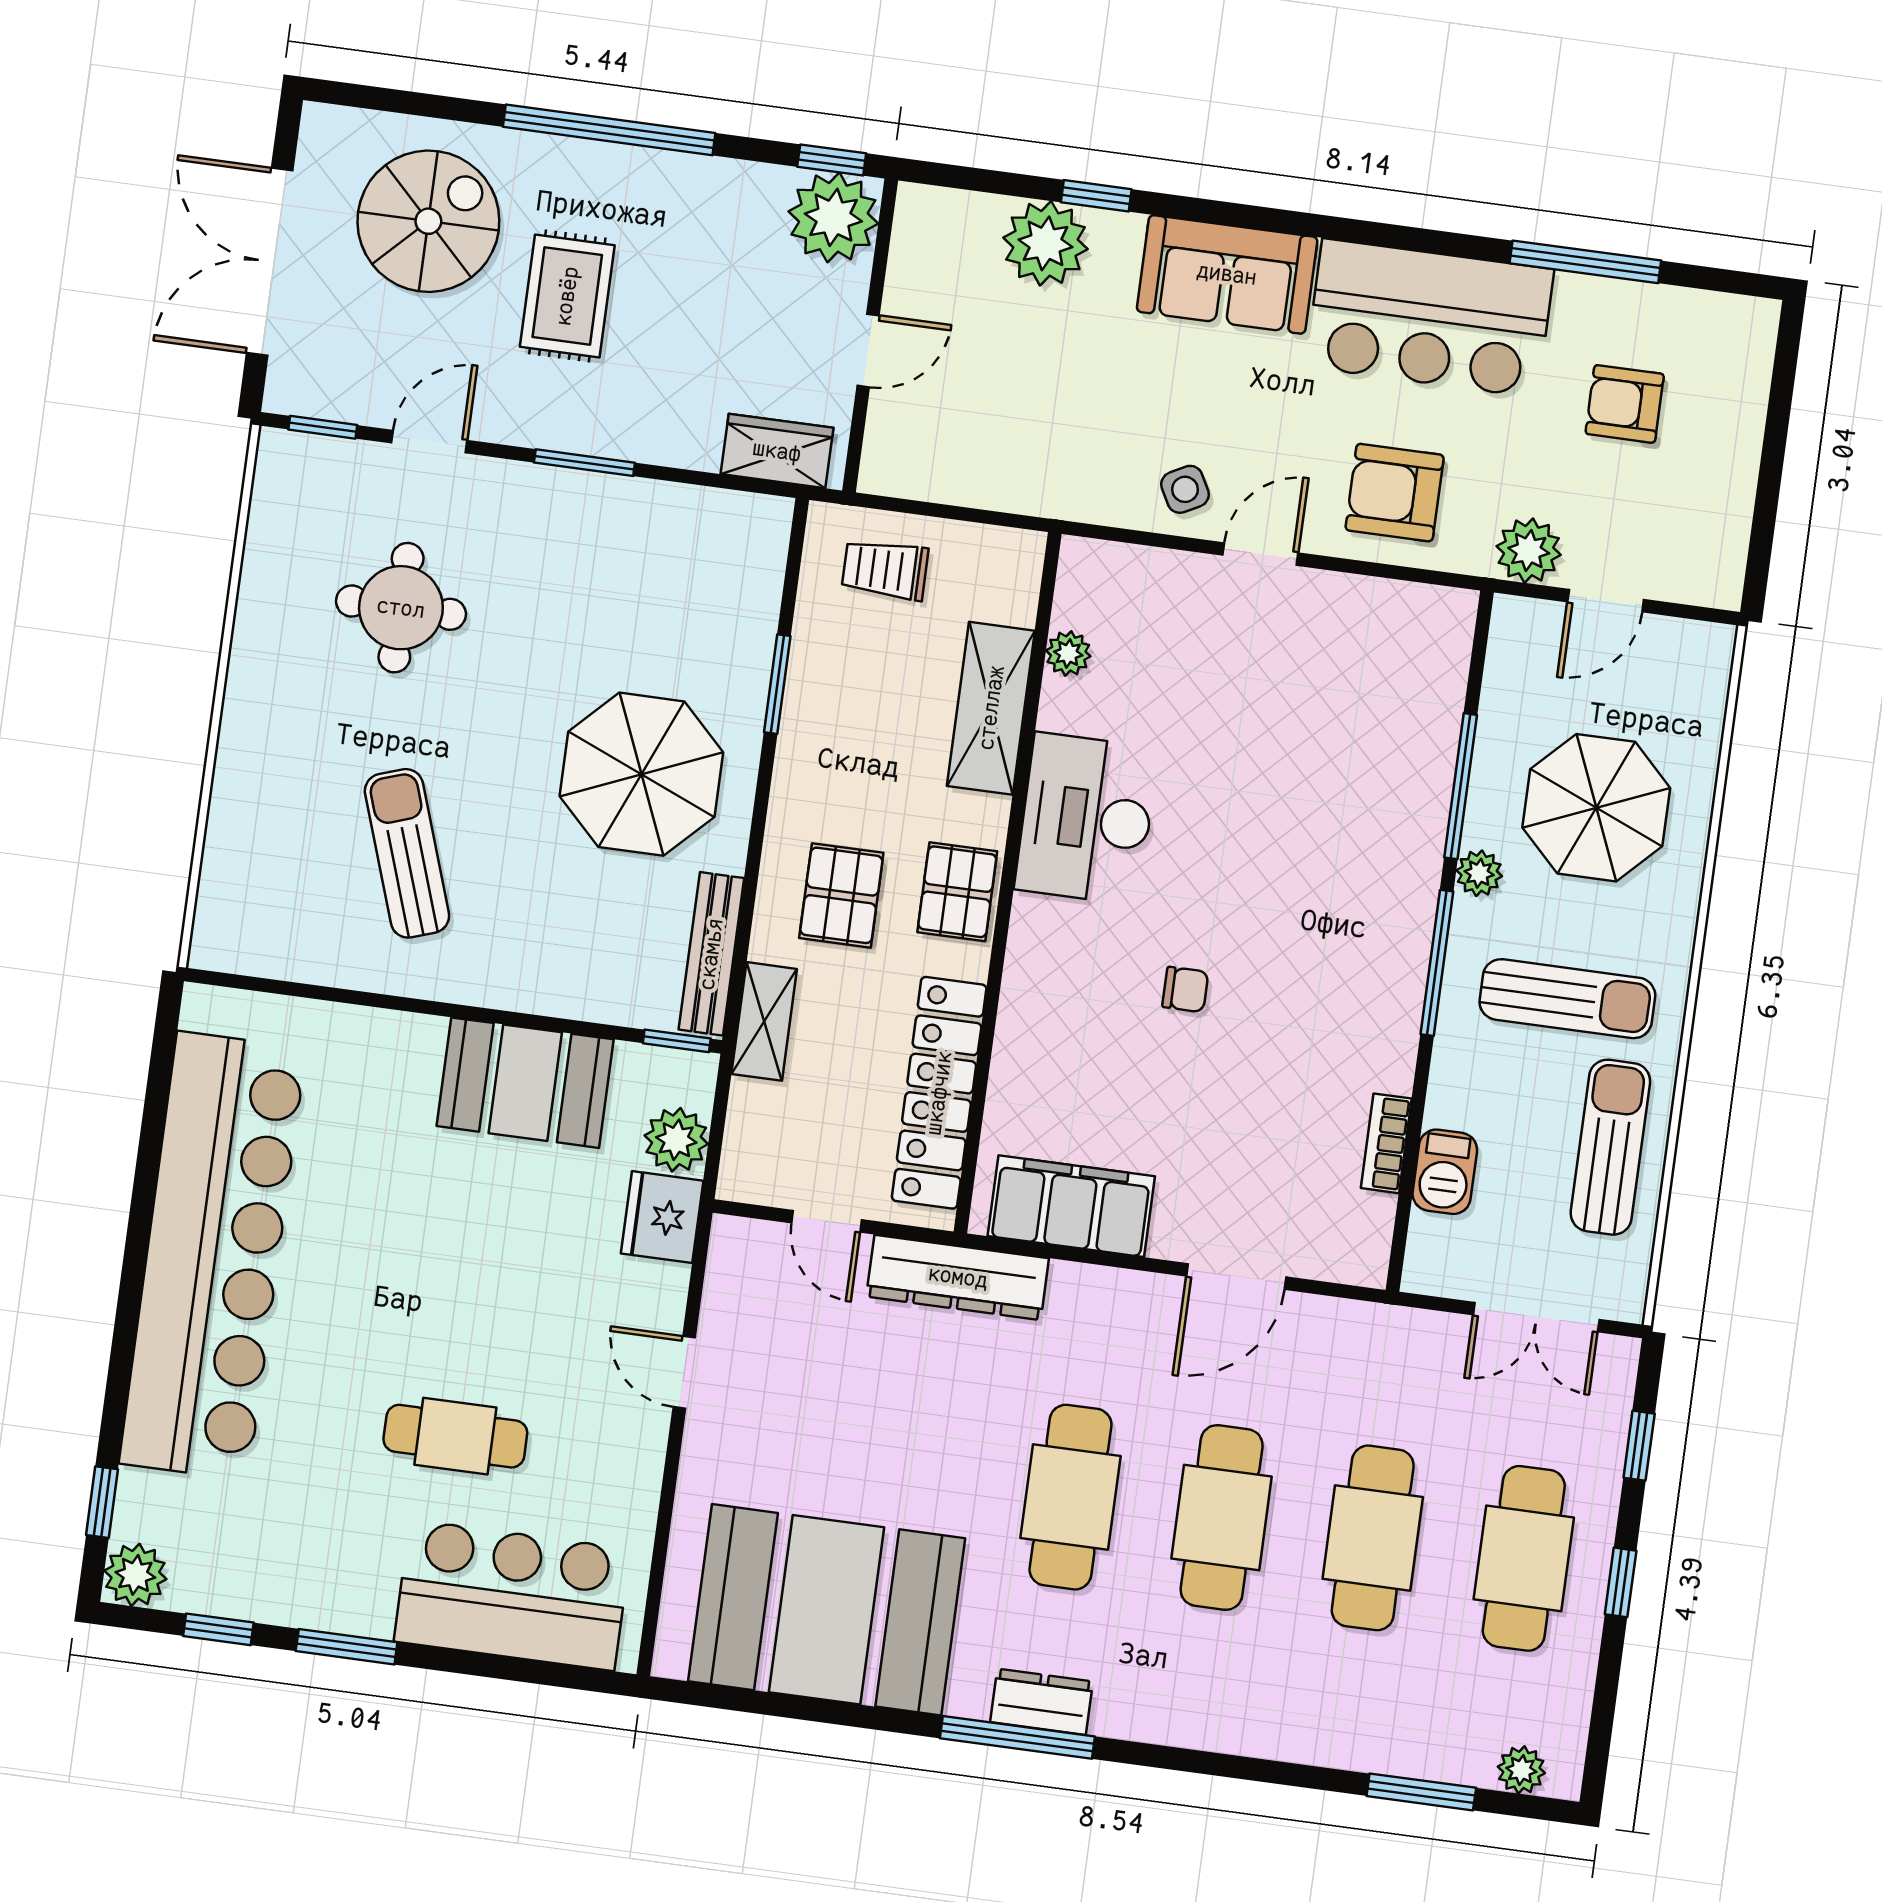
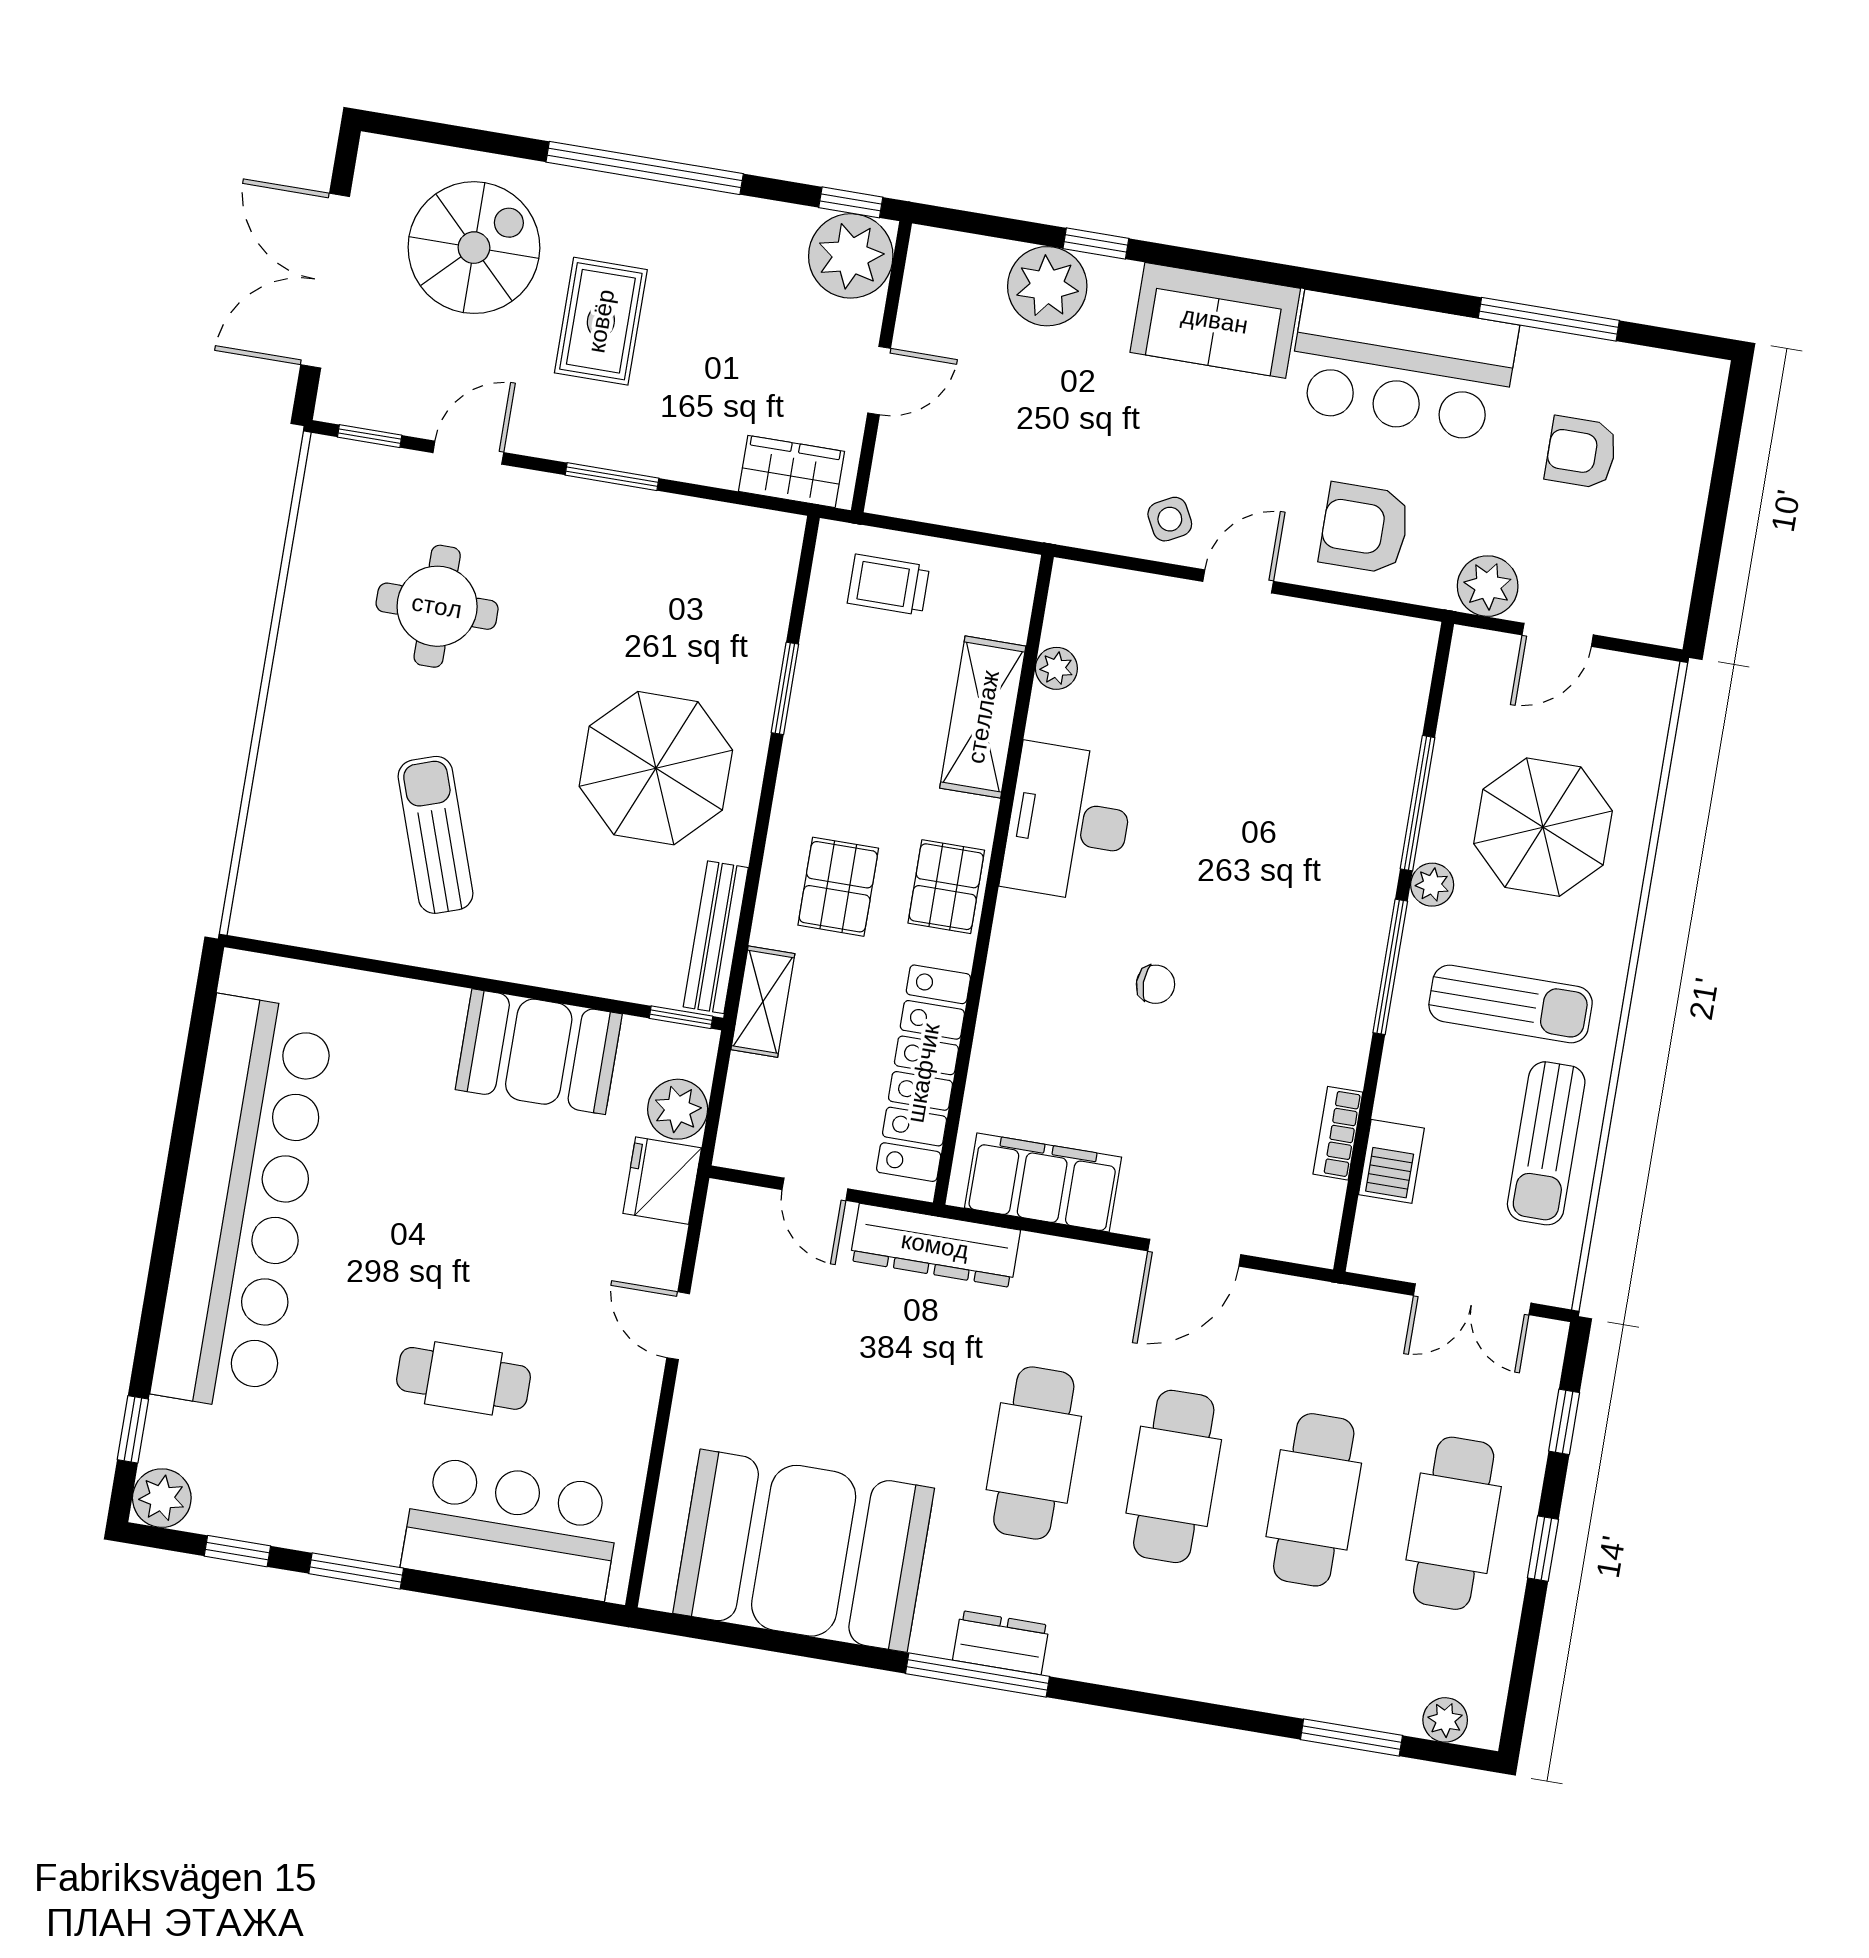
sun lounger: (1610, 1147) -> (1546, 1143), turned 180

